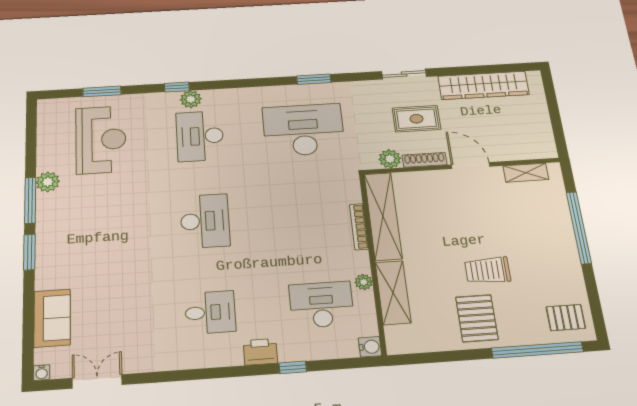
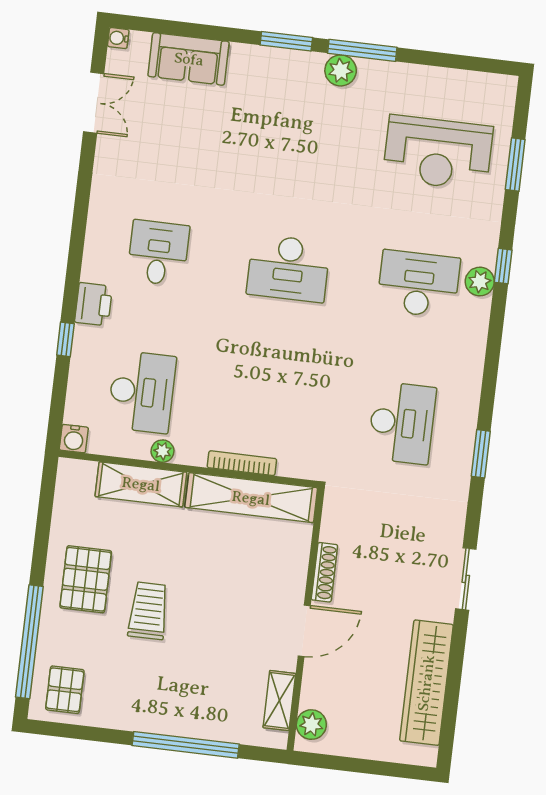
rug: (416, 119) -> (390, 578), removed
desk: (304, 130) -> (402, 423), width x0.73, depth x0.77
plant: (390, 159) -> (311, 725), moved
plant: (48, 182) -> (341, 70), moved
desk: (210, 312) -> (158, 253), turned 180
pallet: (477, 318) -> (86, 579), turned 90

